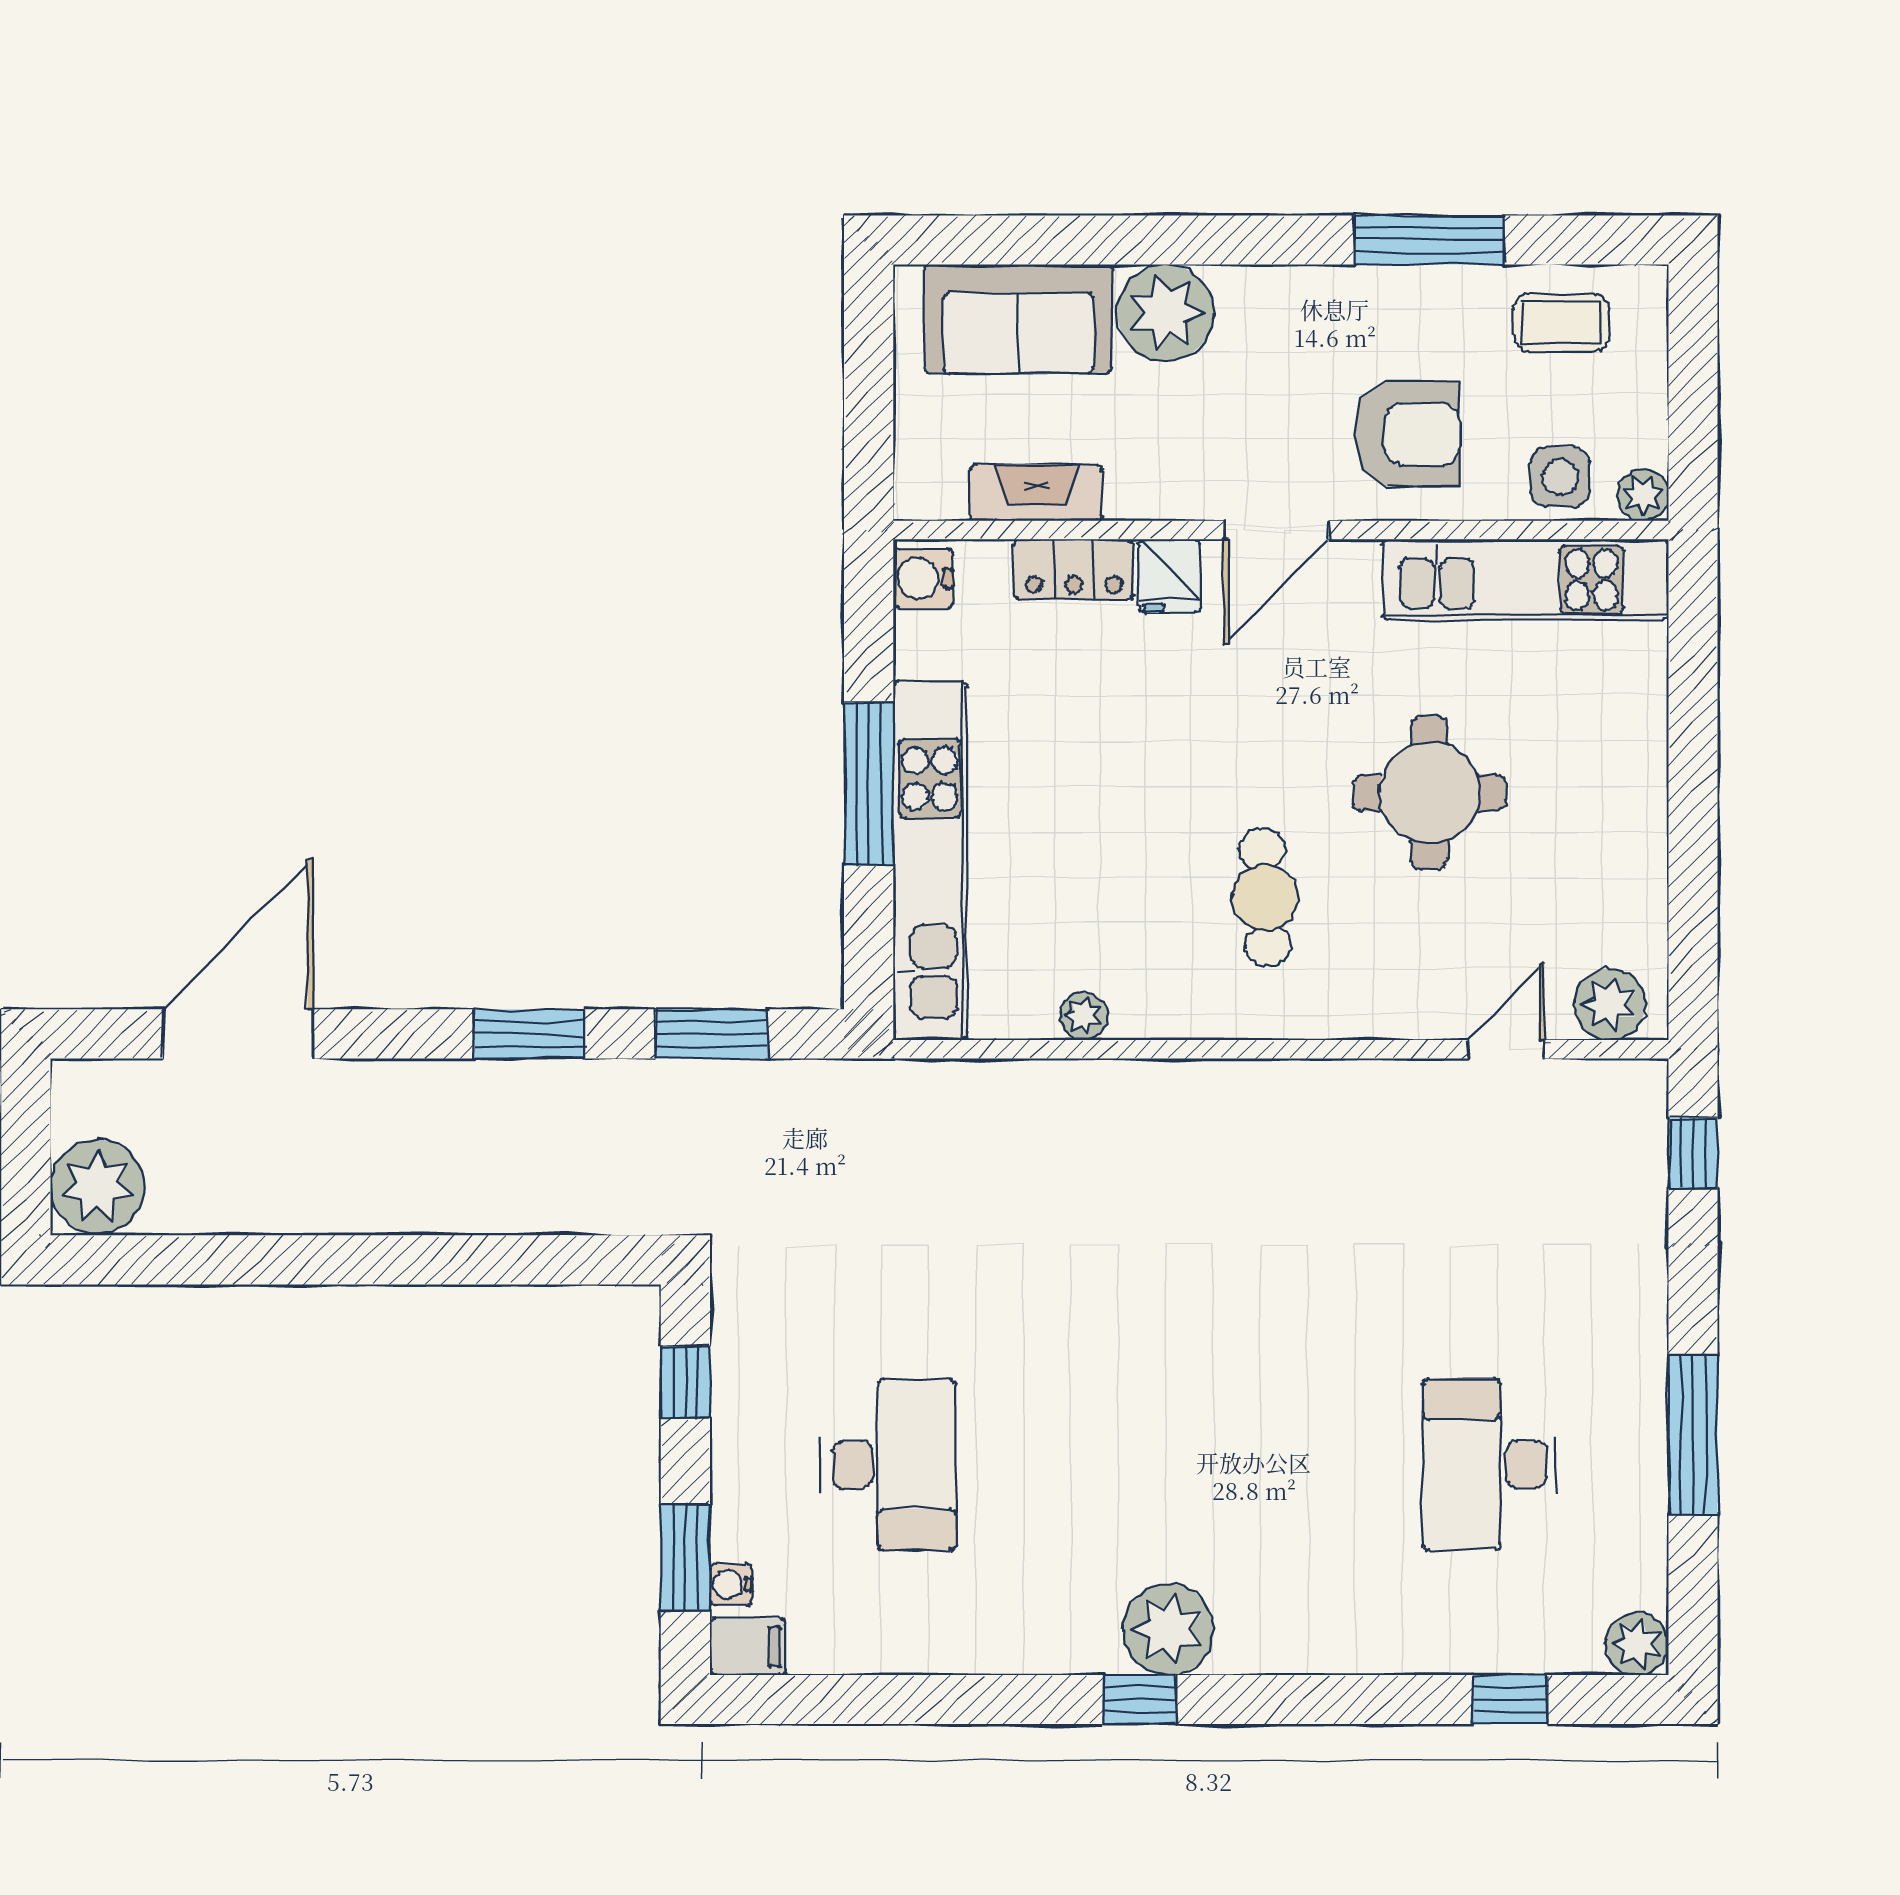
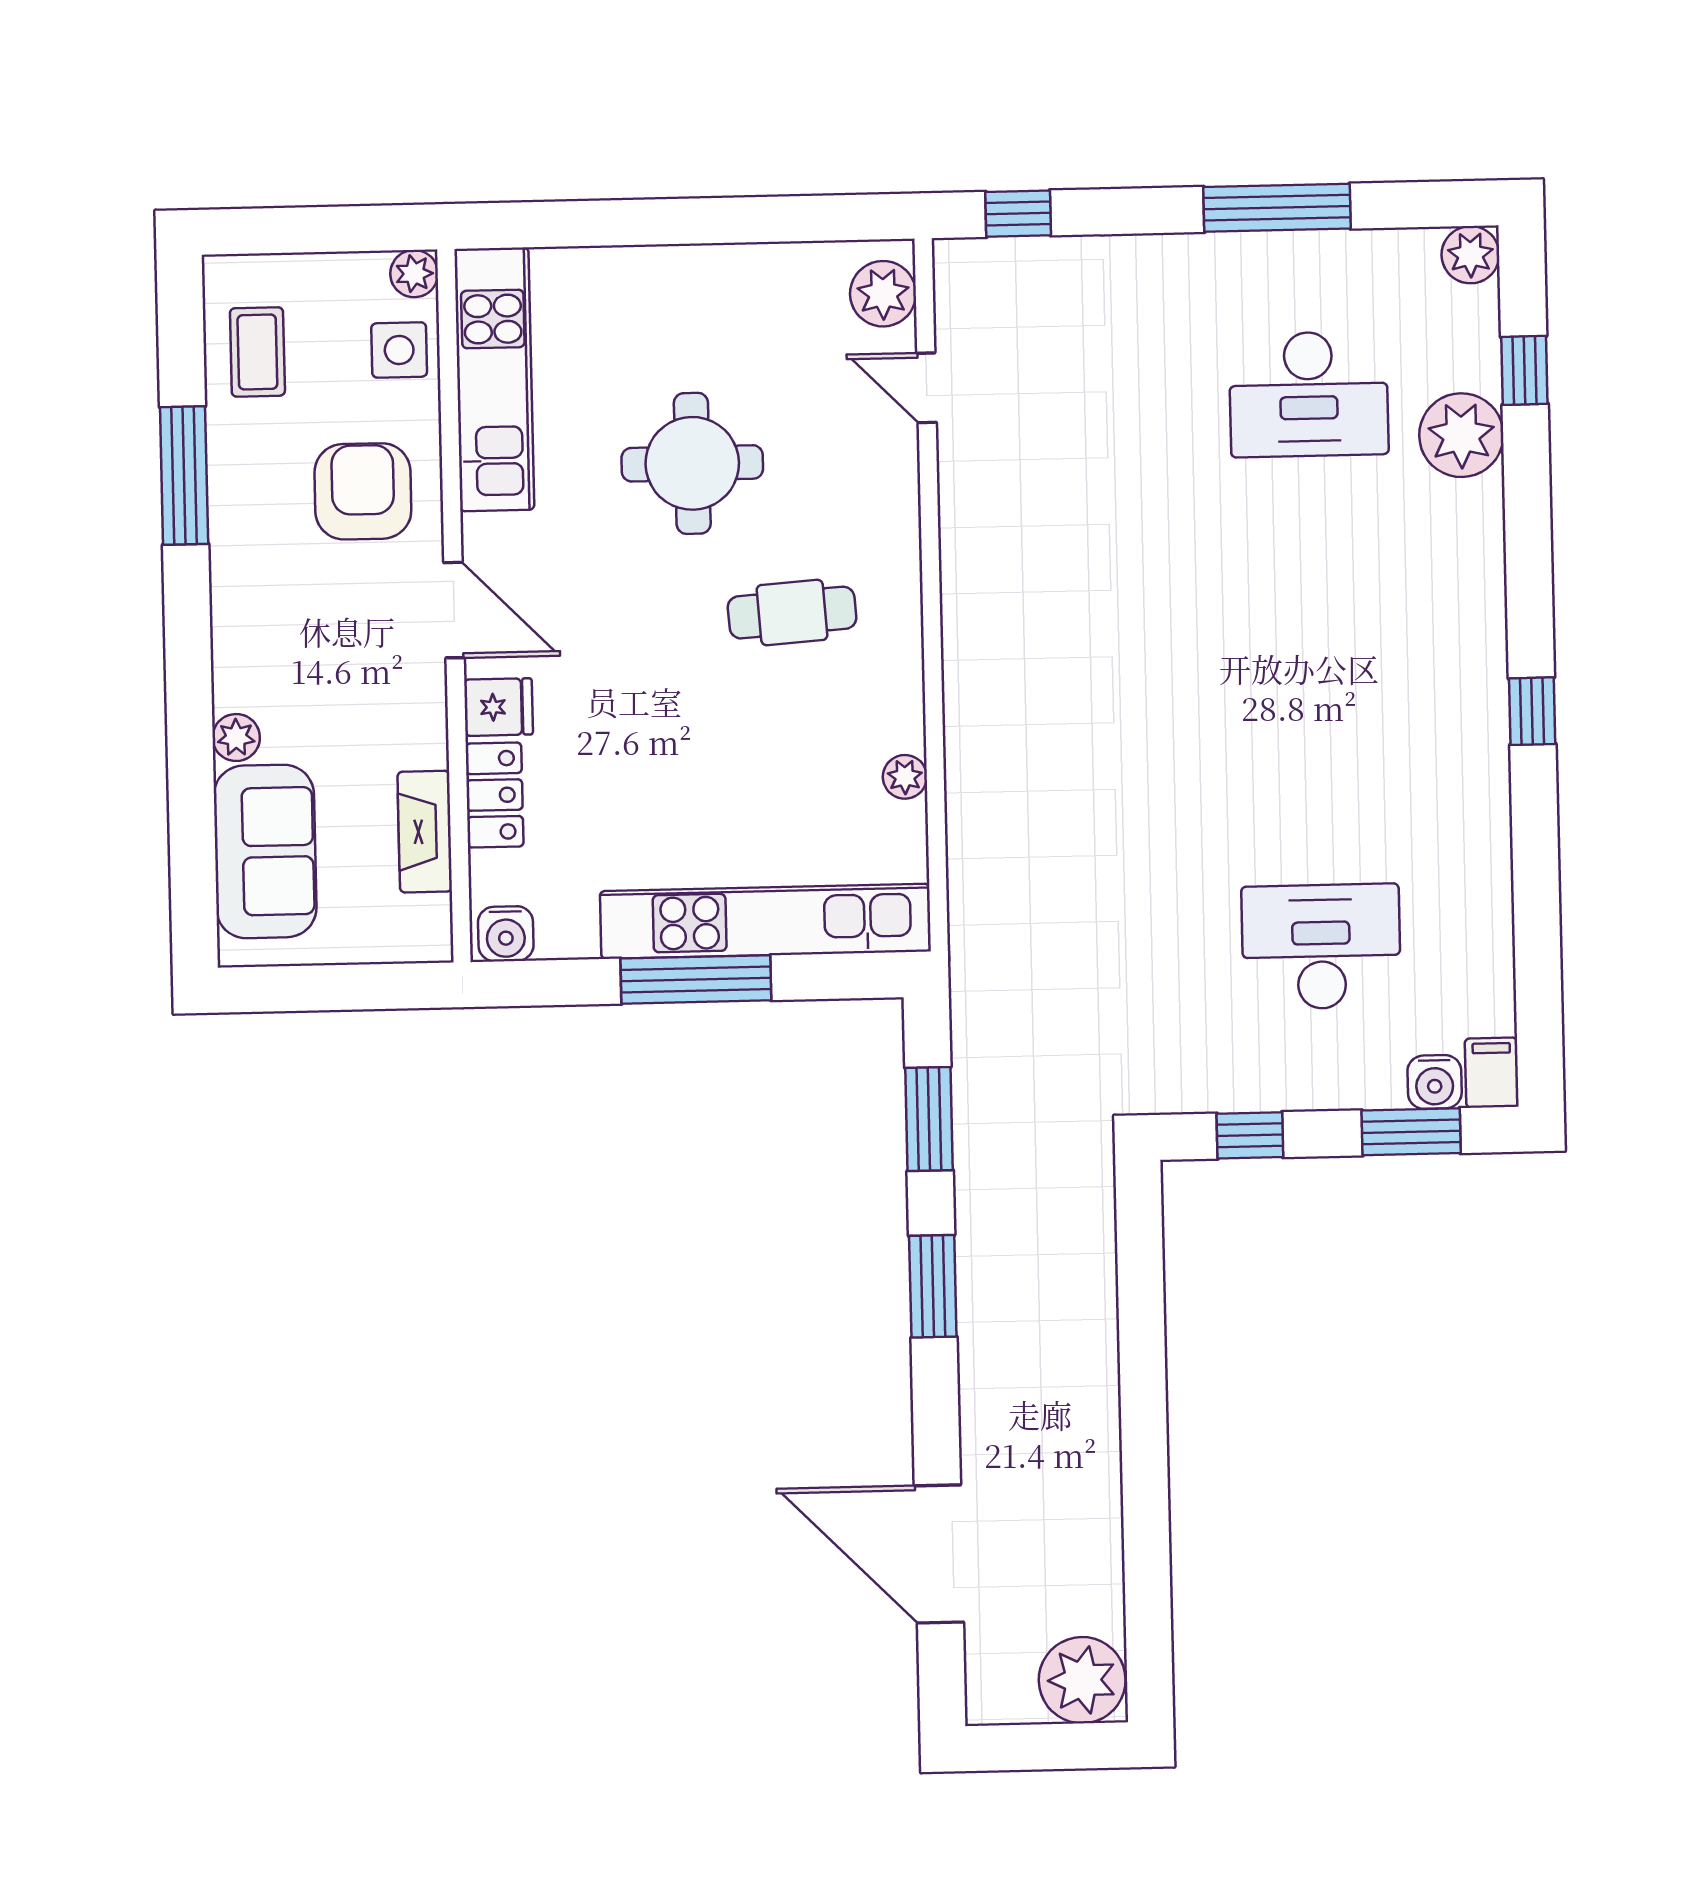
plant: (1165, 313) -> (236, 738), width x0.53, depth x0.53
water cooler: (731, 1584) -> (1435, 1082), width x1.38, depth x1.38
plant: (1168, 1629) -> (1461, 435), moved

